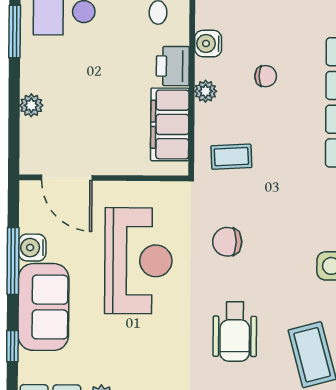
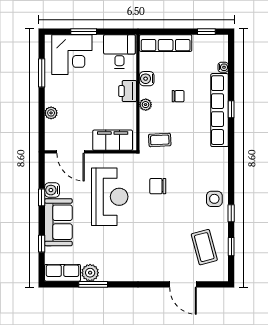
filing cabinet: (170, 124) -> (113, 140), moved, turned 90
window: (13, 261) -> (42, 197), width x0.46
wheelchair: (235, 332) -> (162, 235), removed

